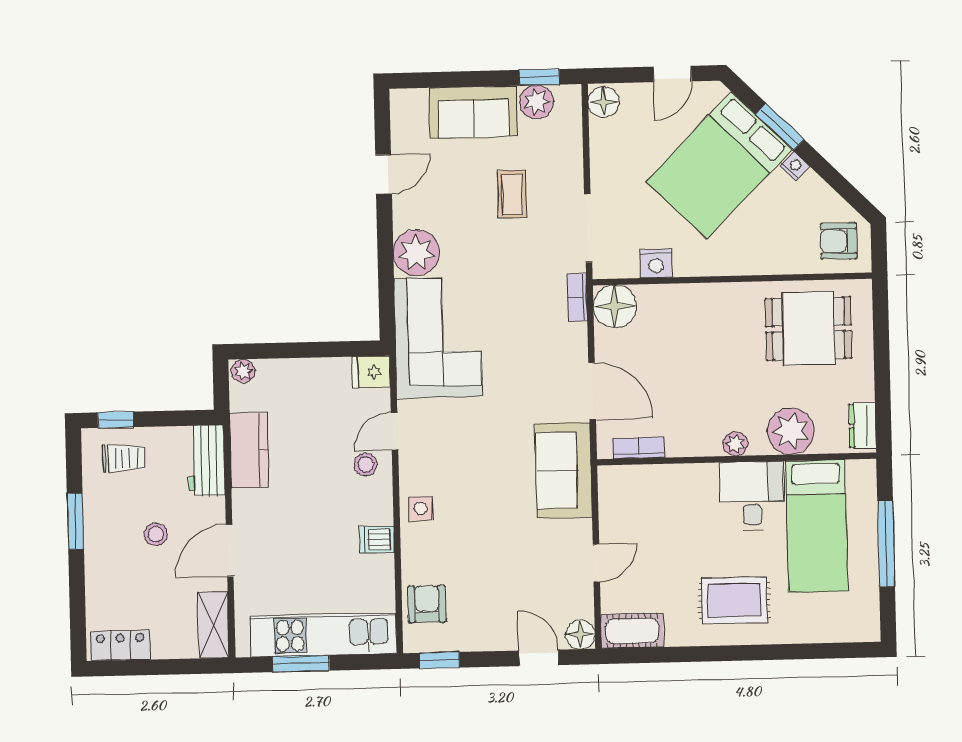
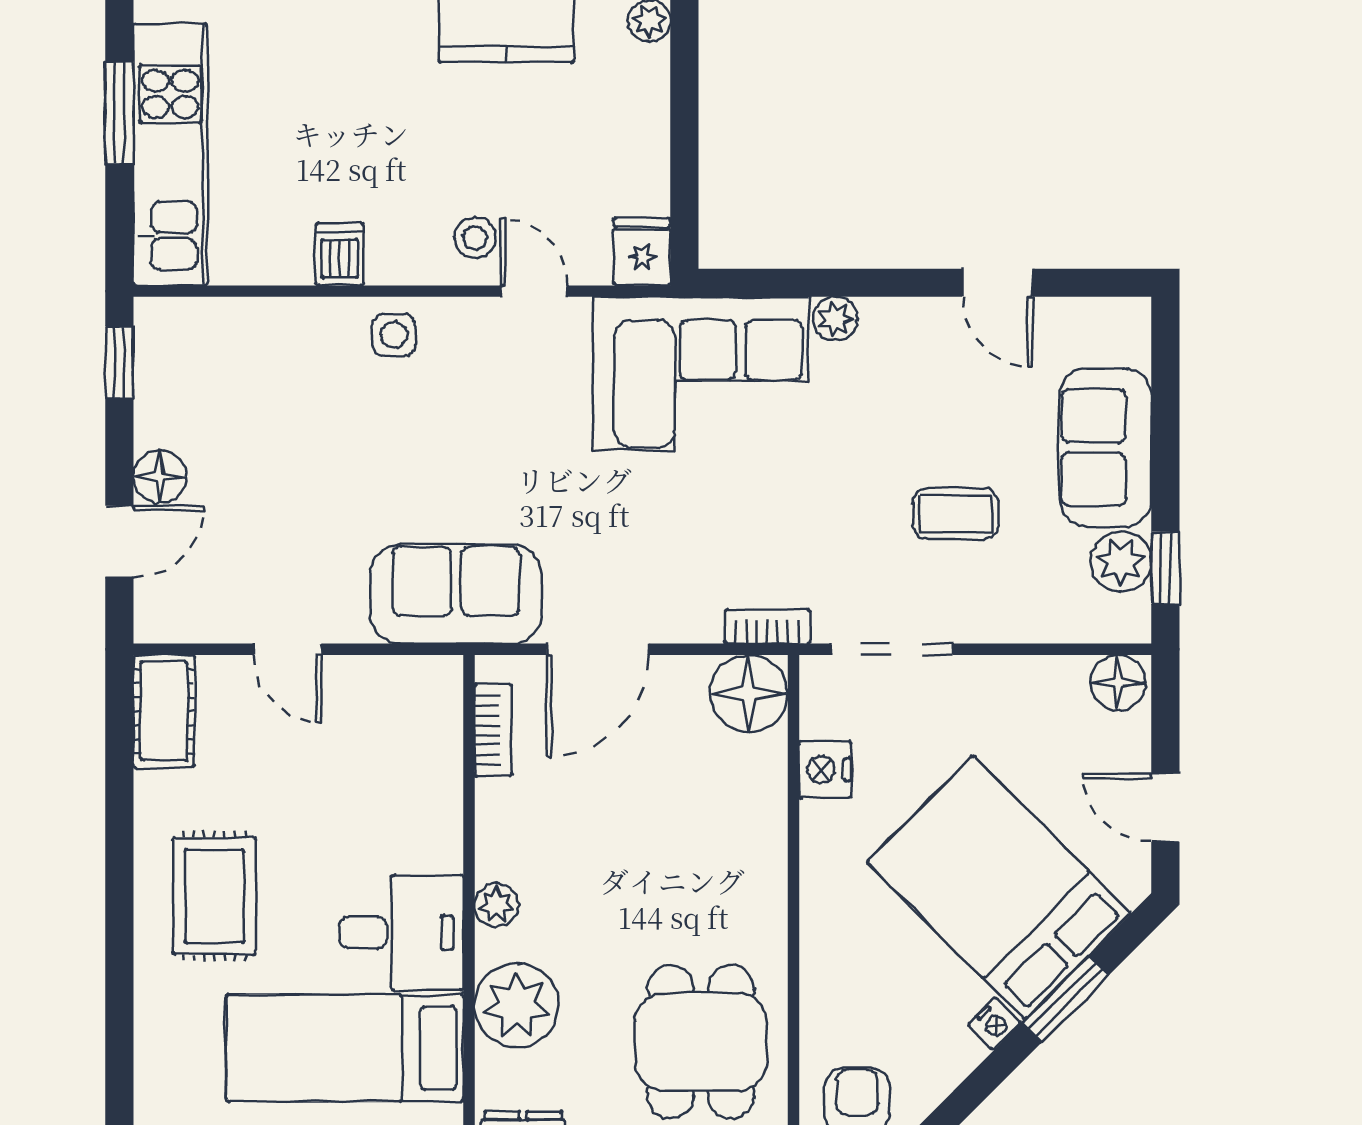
plant: (416, 253) -> (835, 319), width x0.53, depth x0.53
armchair: (427, 604) -> (221, 342), removed
floor lamp: (580, 634) -> (160, 477), moved

